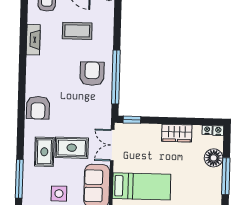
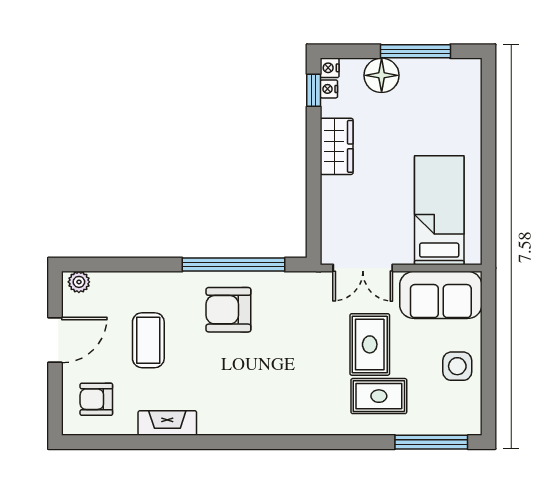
armchair: (38, 108) -> (296, 410), removed
window: (132, 120) -> (314, 90), moved

